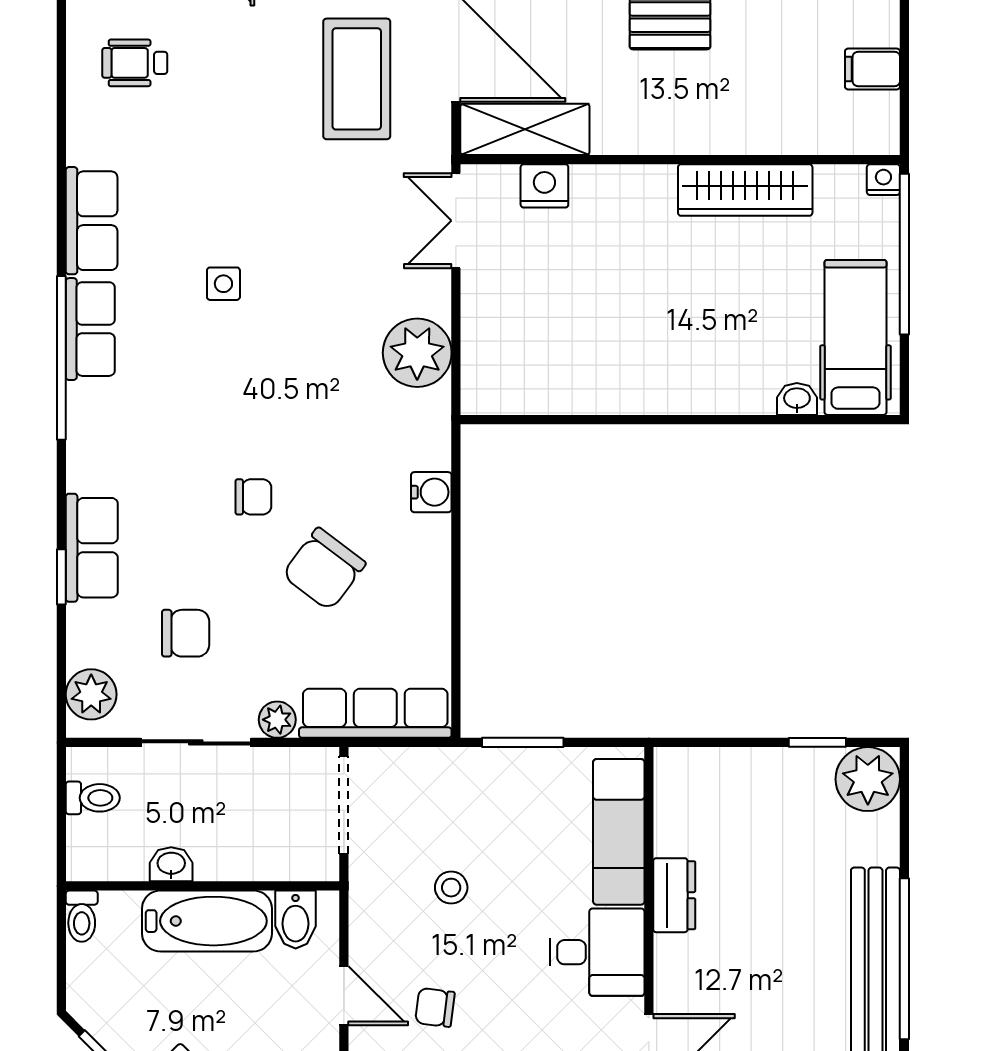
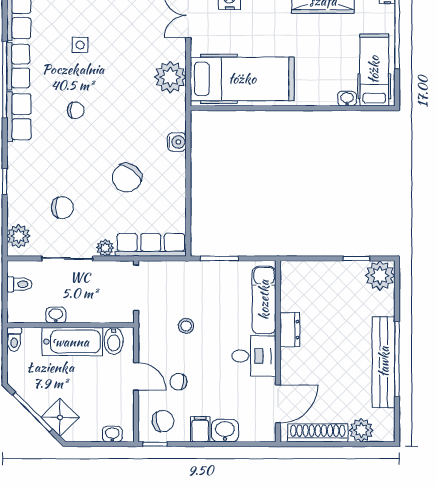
hospital bed: (572, 357) -> (242, 79), added
chair: (253, 497) -> (76, 110), moved
row of seats: (92, 548) -> (19, 117), moved

